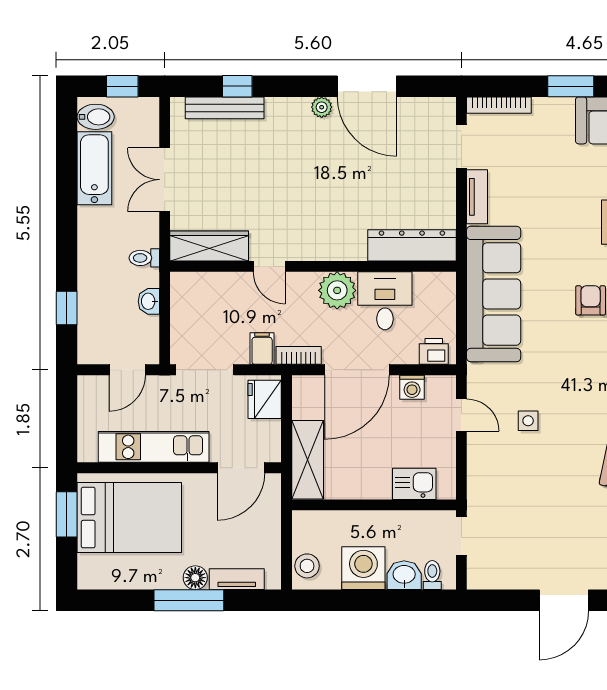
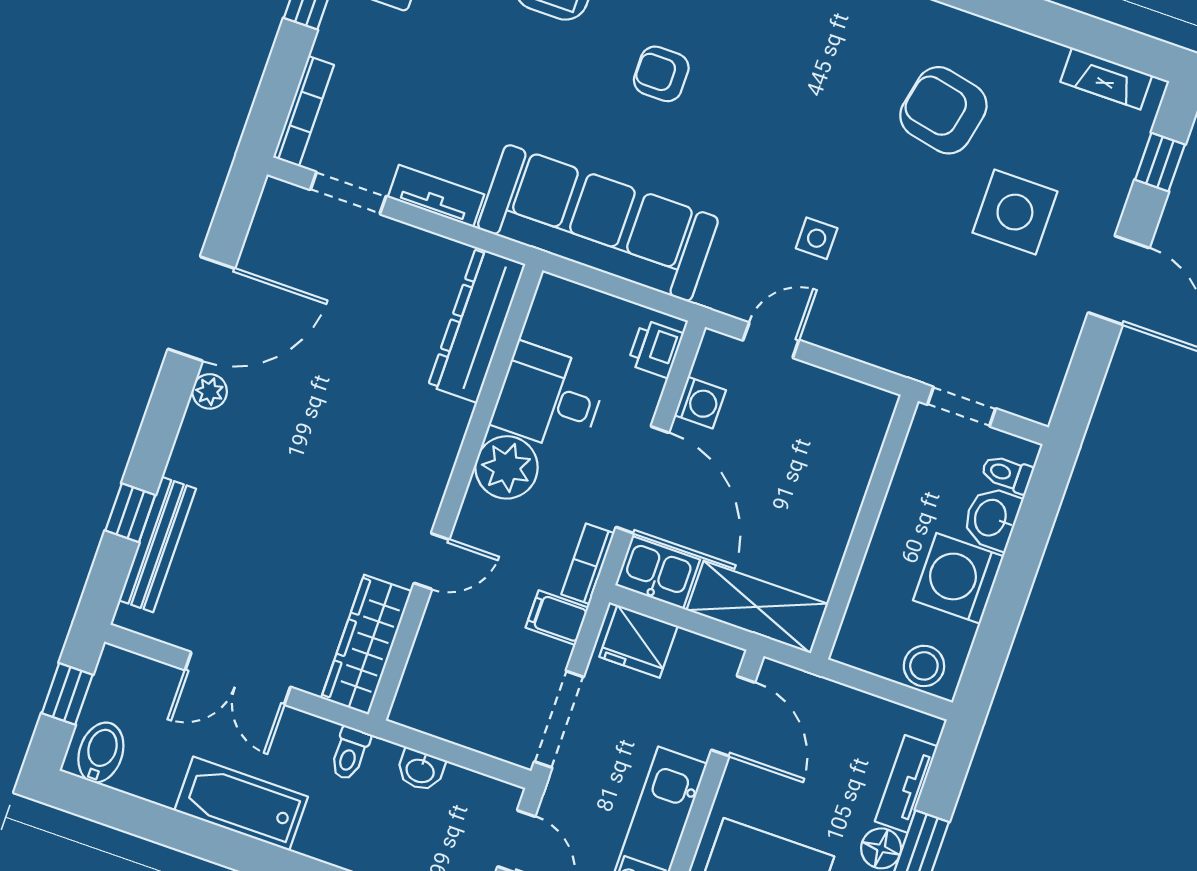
bathtub: (94, 168) -> (241, 804), moved
kitchen sink: (414, 484) -> (658, 572), moved, turned 90
side table: (582, 528) -> (1015, 212), added

